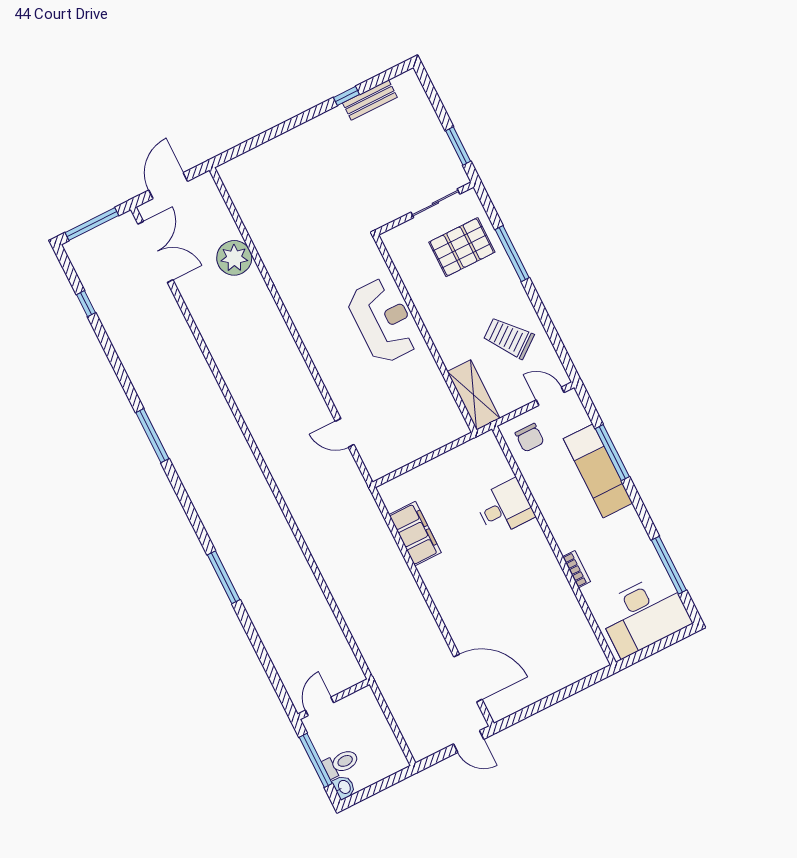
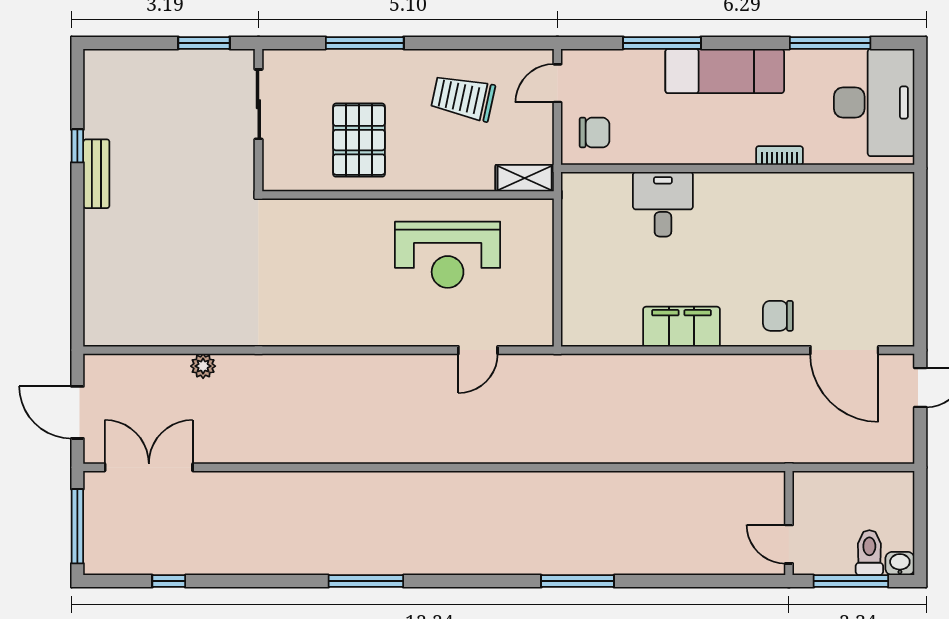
bench: (370, 100) -> (96, 174), moved
pallet: (462, 247) -> (359, 140), moved
plant: (234, 258) -> (203, 366), width x0.53, depth x0.53
reception desk: (383, 321) -> (448, 255), moved, turned 180
trolley: (509, 338) -> (463, 98), turned 50
shelving: (474, 395) -> (525, 178), width x0.67, depth x0.75
exam couch: (598, 471) -> (725, 71), moved
filing cabinet: (415, 534) -> (681, 327), moved
chair: (469, 622) -> (778, 316), added
door: (468, 678) -> (844, 350), swing flipped

